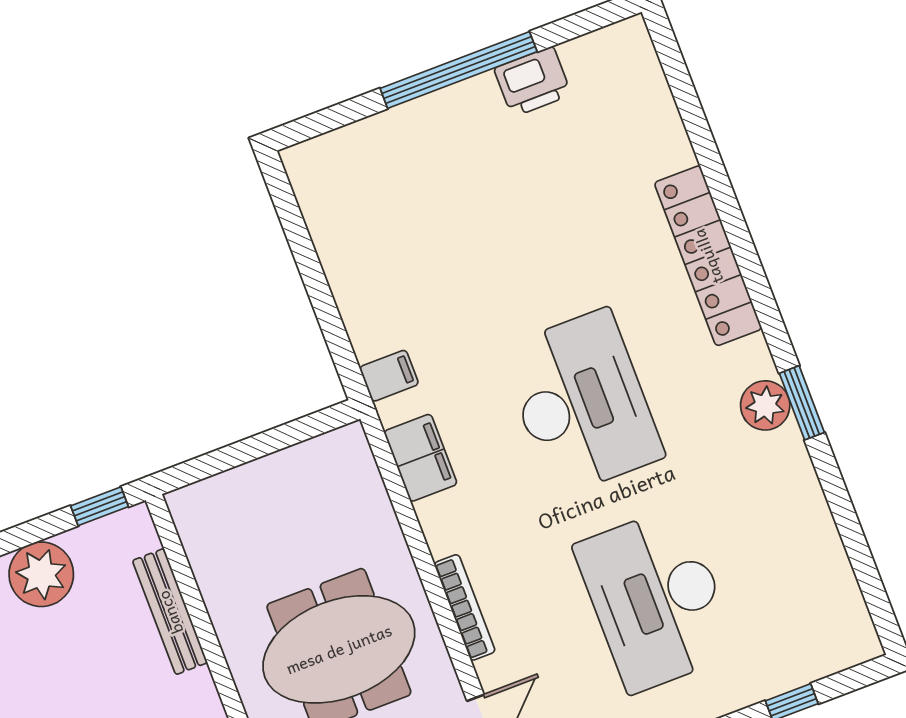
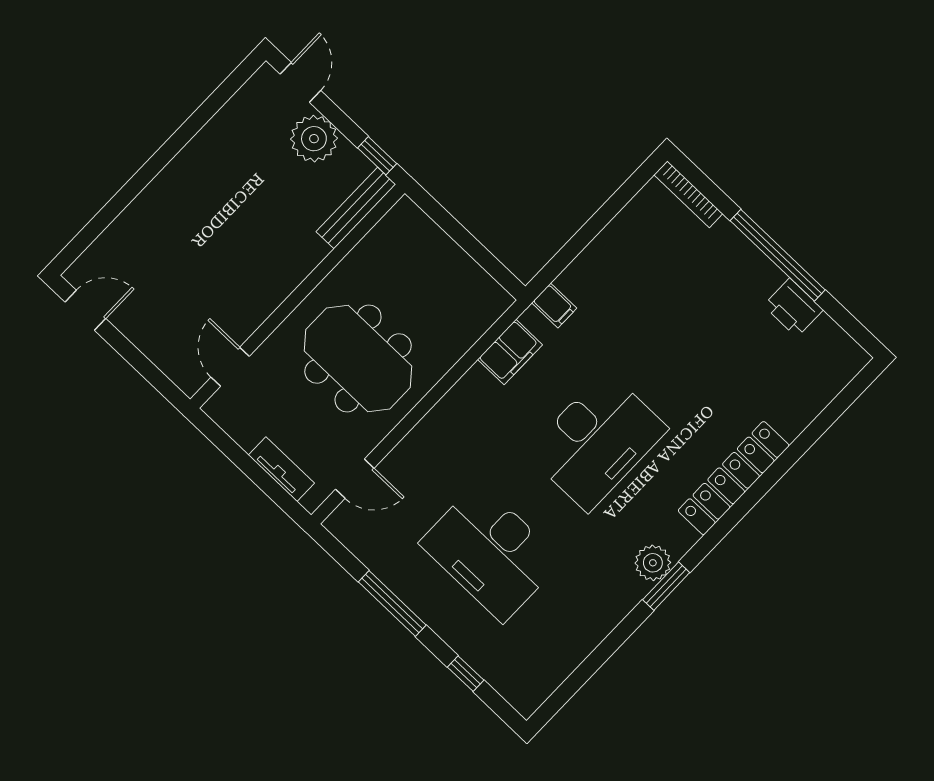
desk: (656, 599) -> (491, 552), turned -90
bookcase: (465, 607) -> (688, 194), moved, turned 90
bench: (170, 612) -> (356, 208), moved

